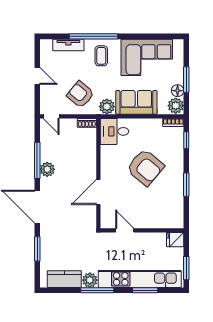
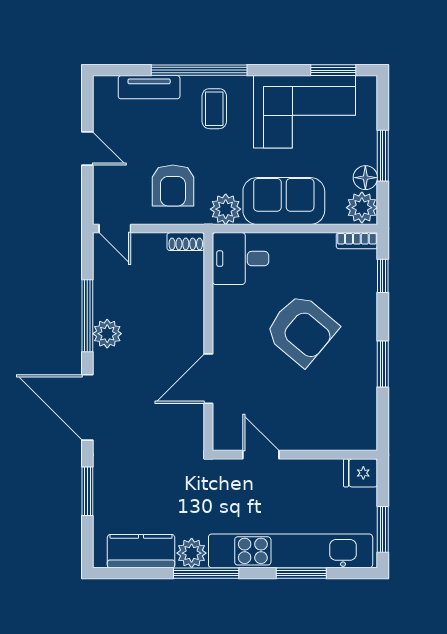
window: (161, 36) -> (333, 70), added
armchair: (80, 95) -> (173, 185), turned -130

